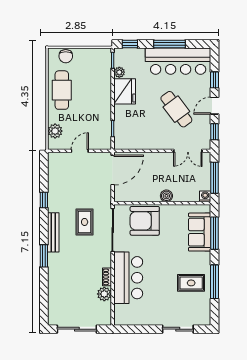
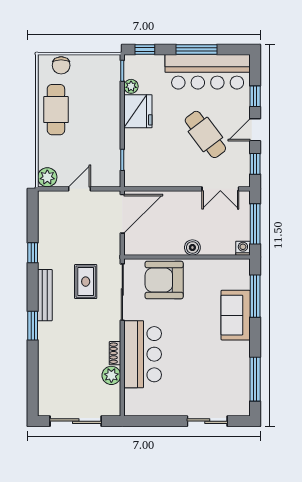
plant: (55, 131) -> (47, 177), moved
sofa: (200, 232) -> (236, 315), moved
window: (214, 282) -> (255, 379), moved
rug: (191, 283) -> (225, 361), removed

